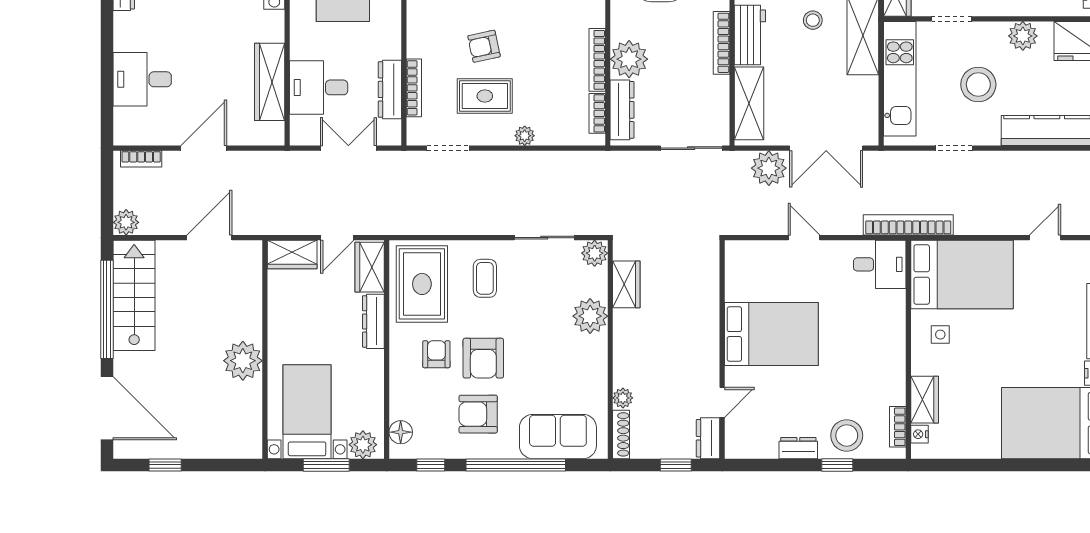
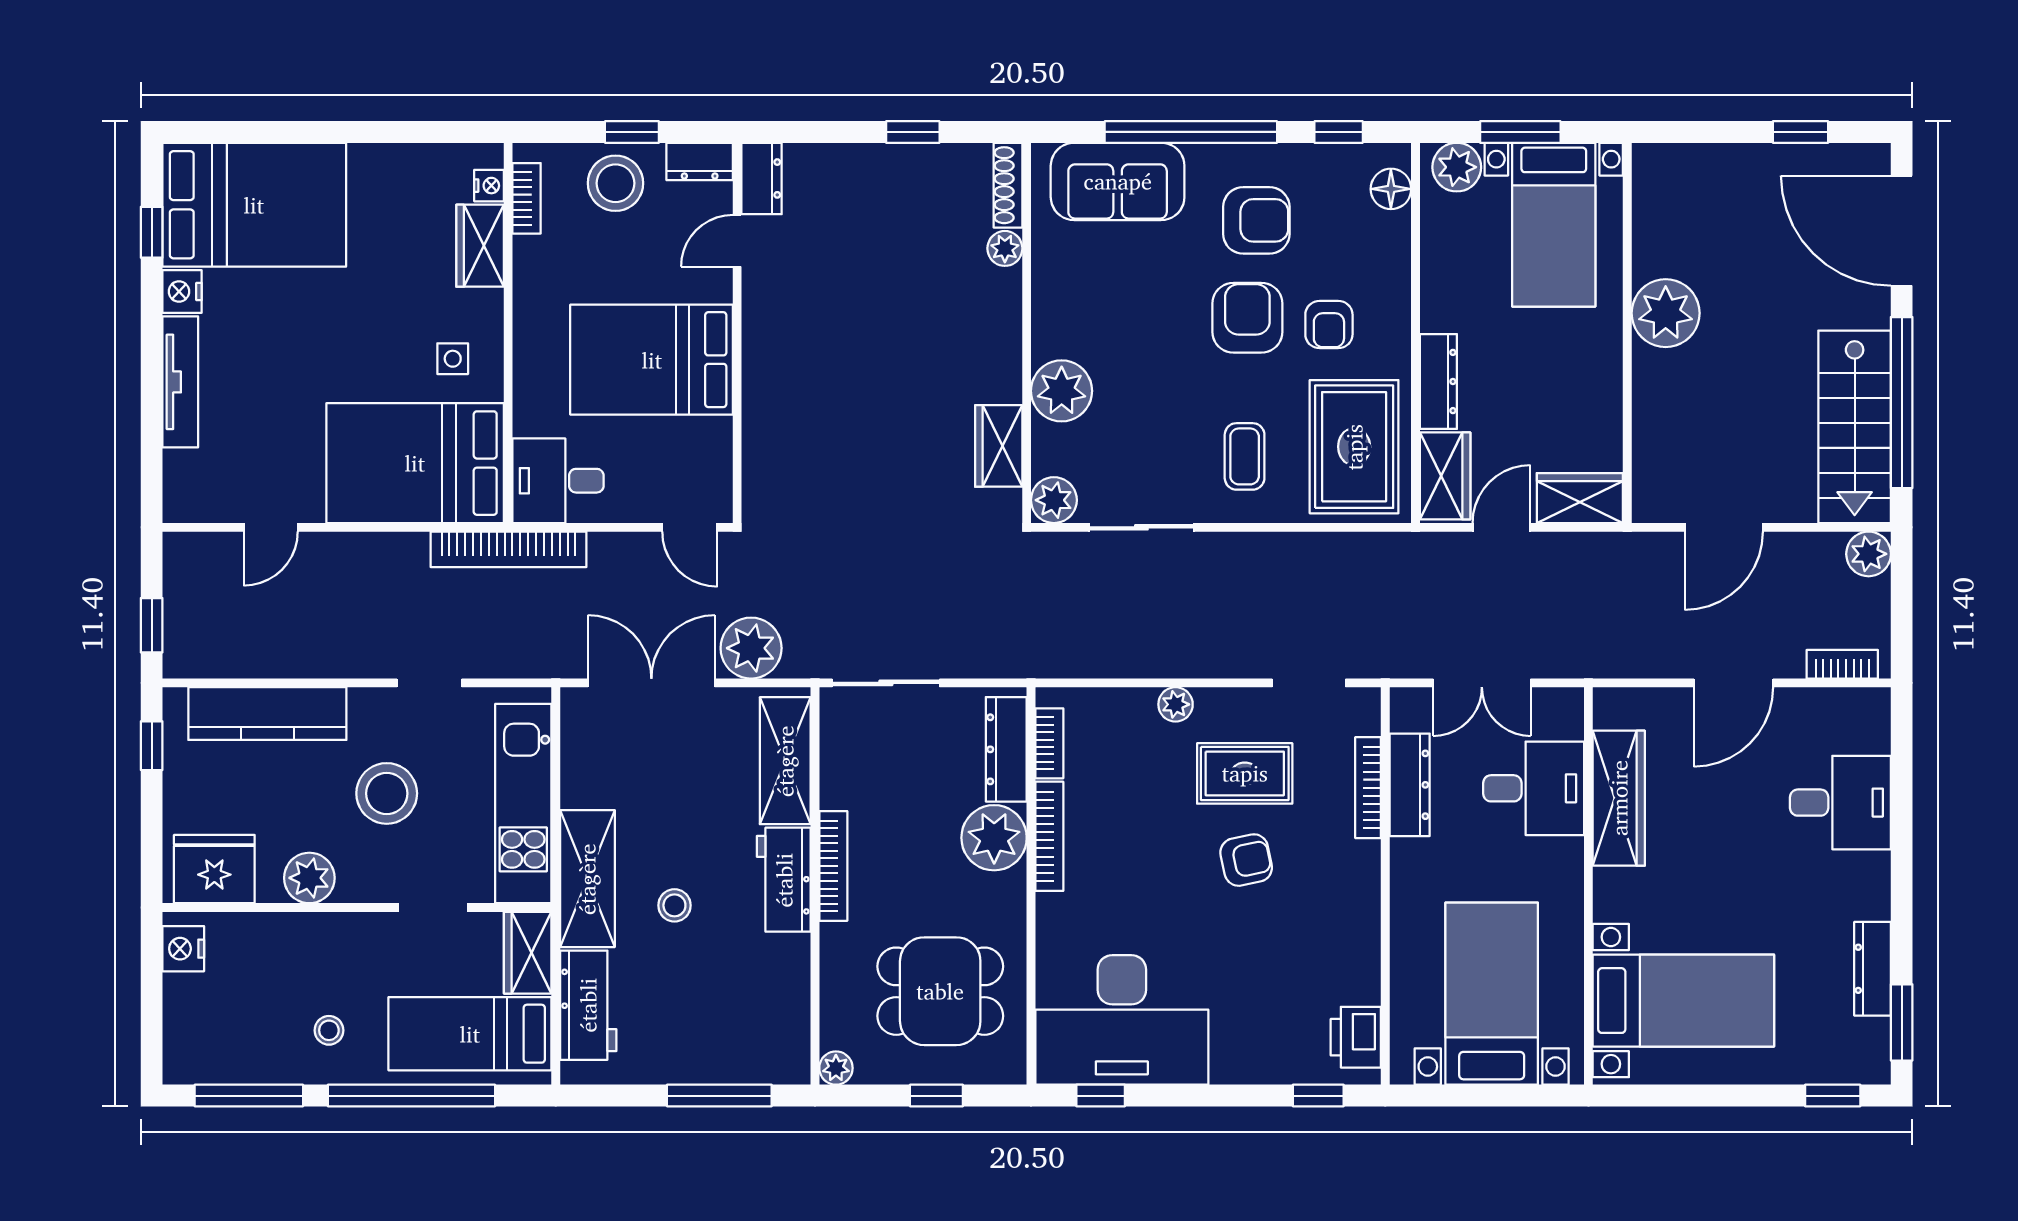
bed: (771, 334) -> (652, 360), moved
wall: (722, 349) -> (737, 333), moved
door: (722, 402) -> (737, 241), moved
dresser: (708, 438) -> (762, 178), moved

